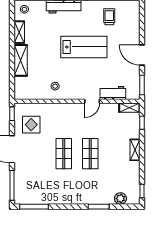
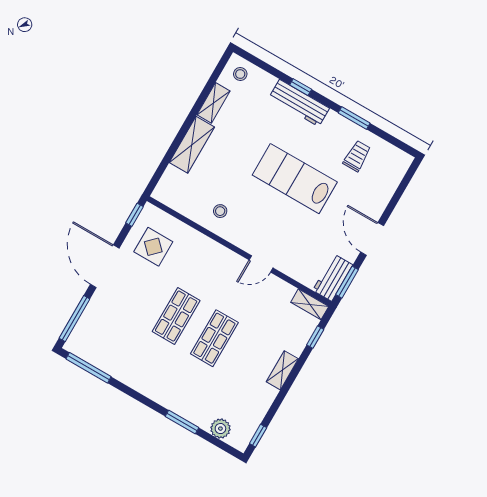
lab bench: (84, 47) -> (295, 179), turned 180
workbench: (113, 93) -> (333, 278), moved, turned -90

